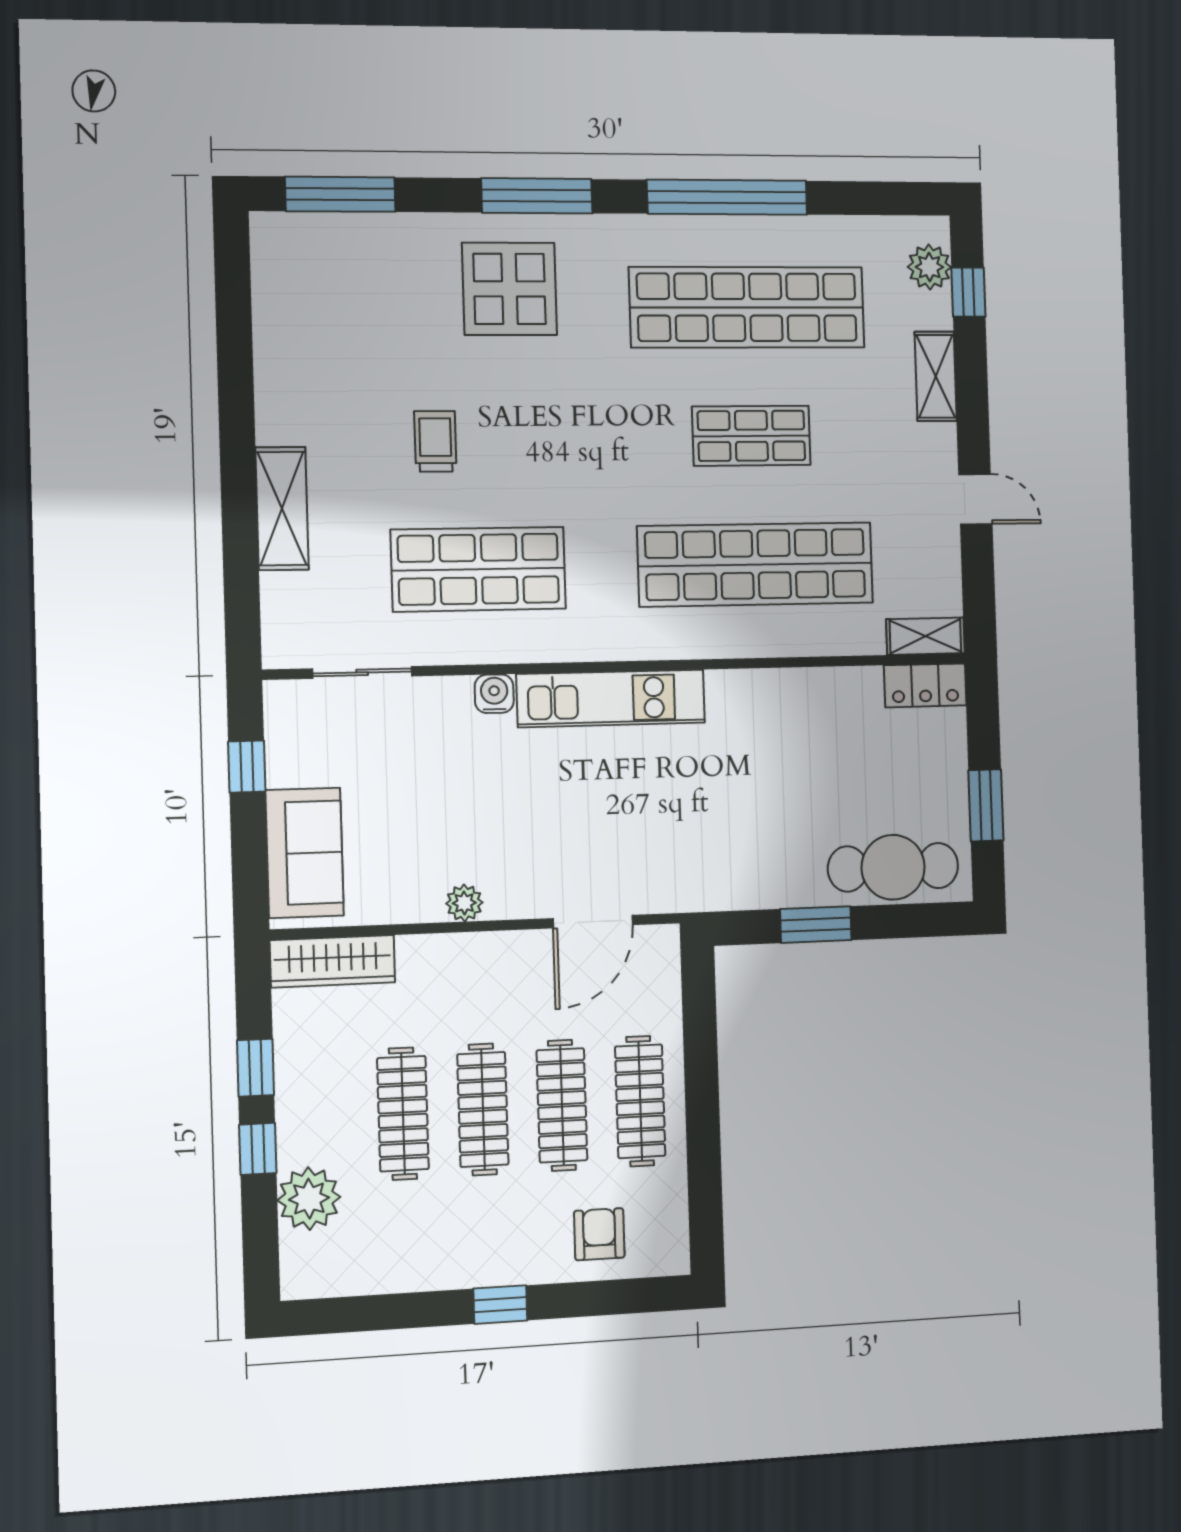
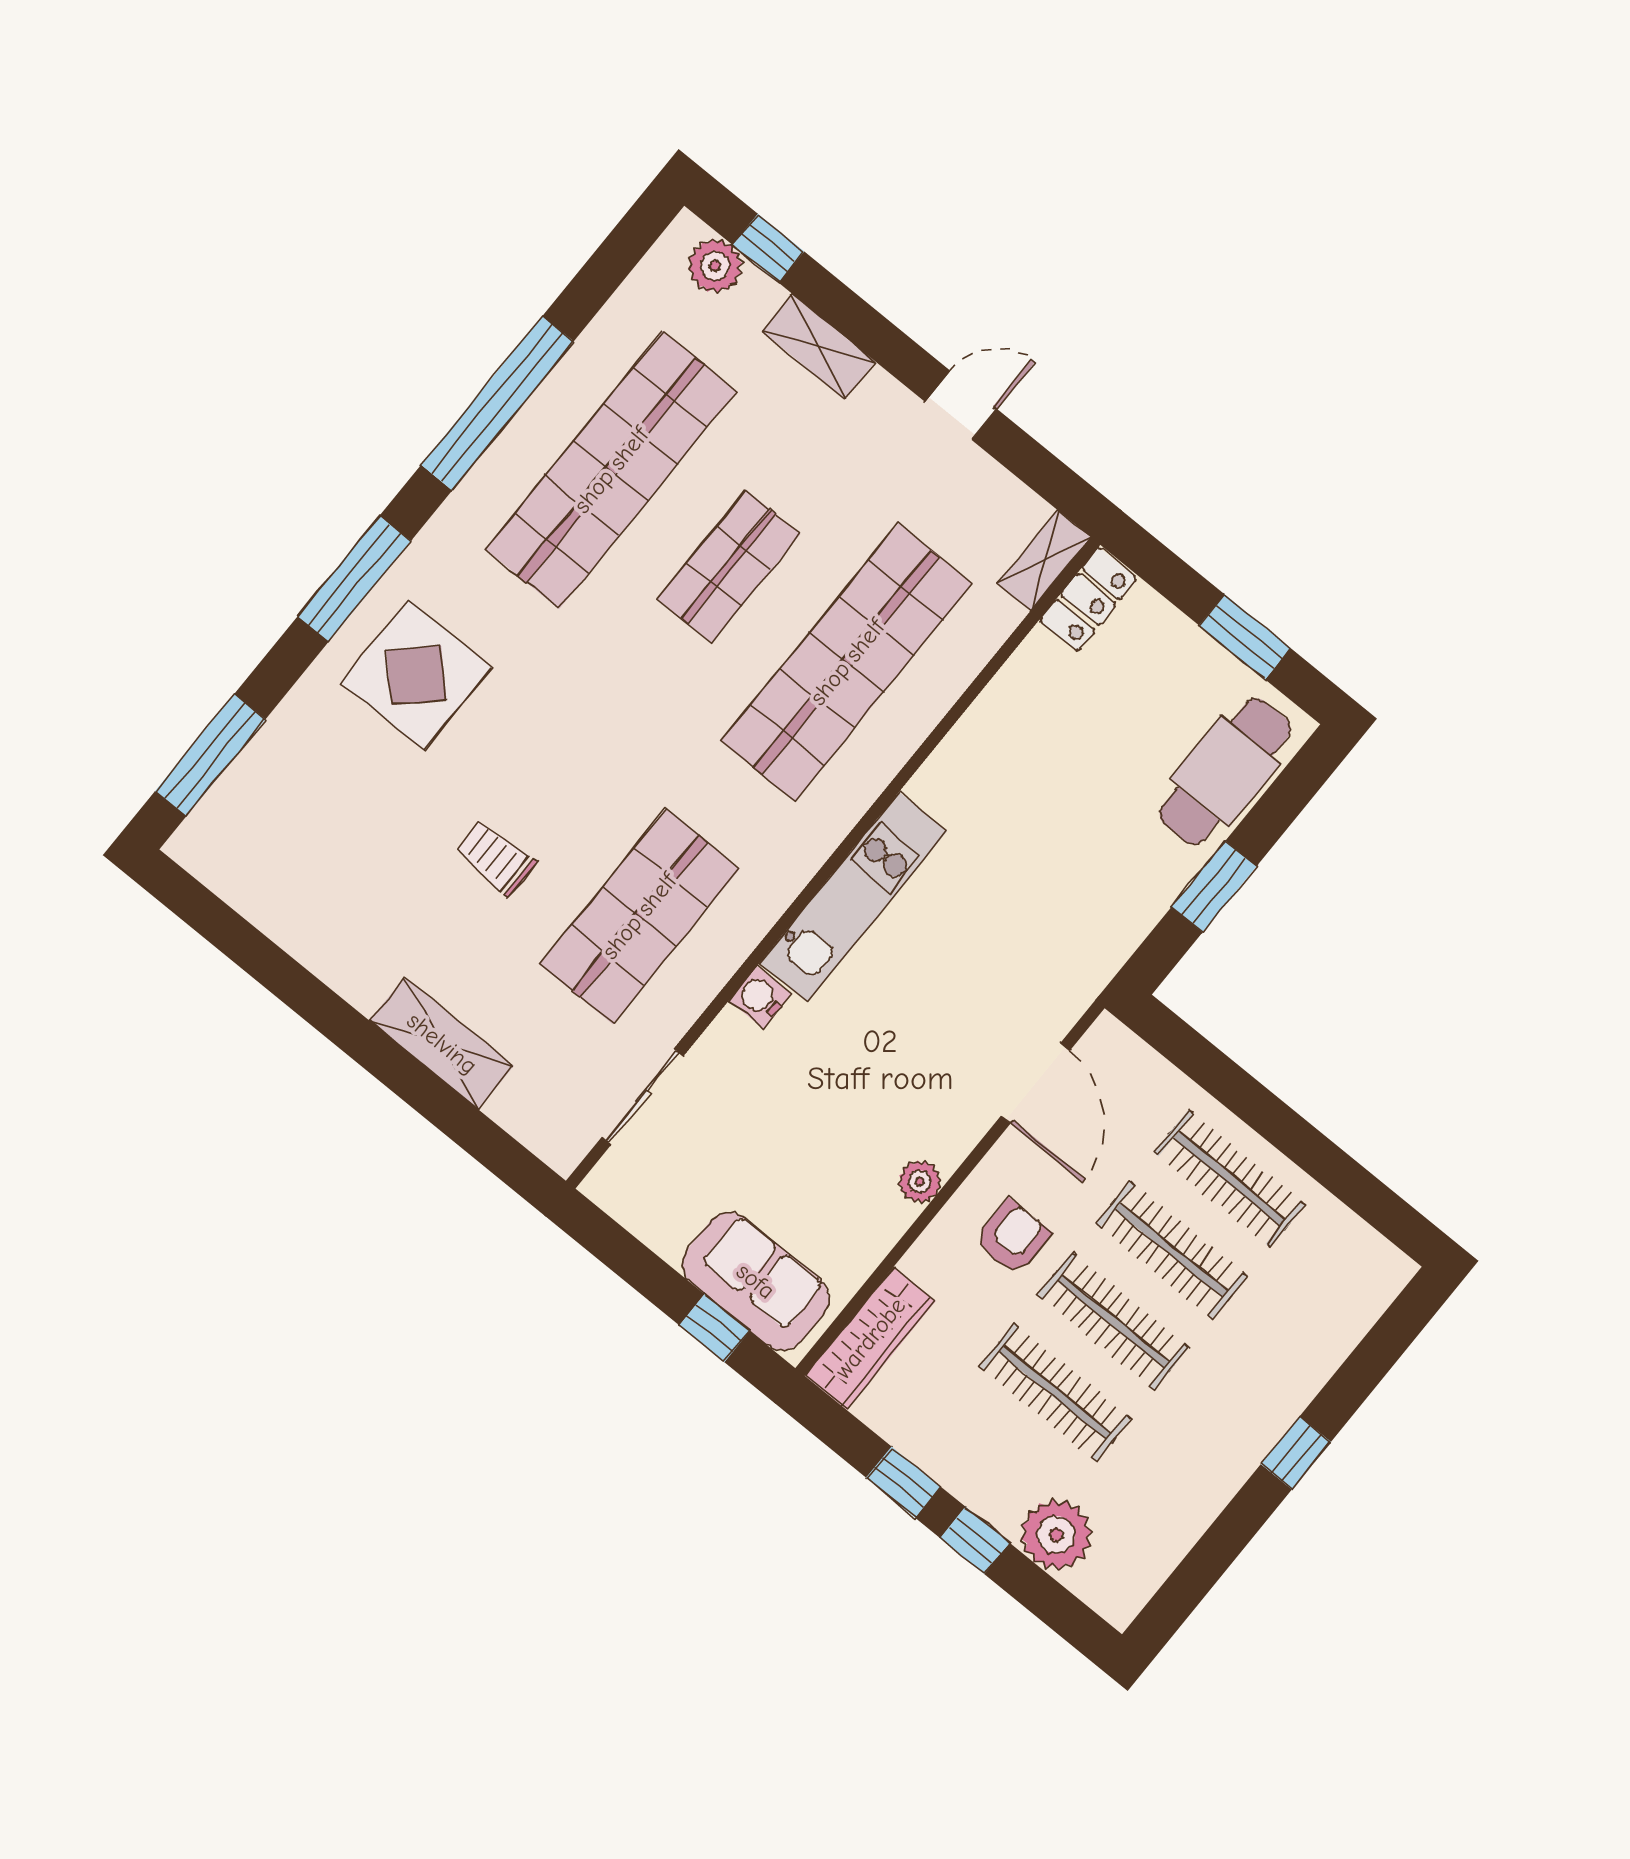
window: (247, 767) -> (714, 1328), moved
armchair: (599, 1234) -> (1013, 1237), moved, turned 90

